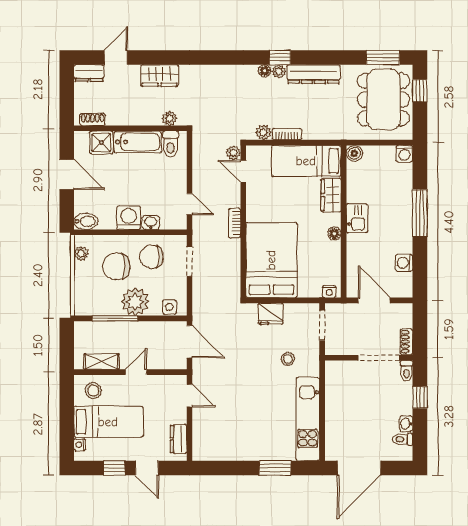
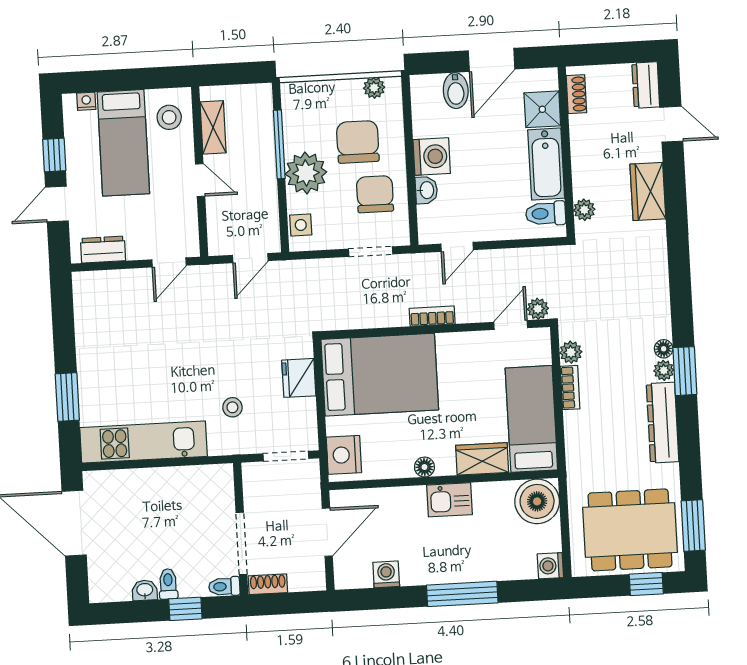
window: (280, 57) -> (685, 371), width x1.50
boiler: (354, 153) -> (537, 501), width x1.86, depth x1.86
bidet: (86, 221) -> (456, 91), moved
nightstand: (329, 292) -> (344, 455), width x1.89, depth x1.79
door: (189, 342) -> (250, 258), width x0.73
toilet: (403, 439) -> (168, 584), moved

